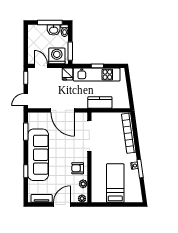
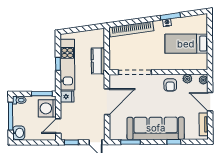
washbasin: (54, 30) -> (19, 133), moved

